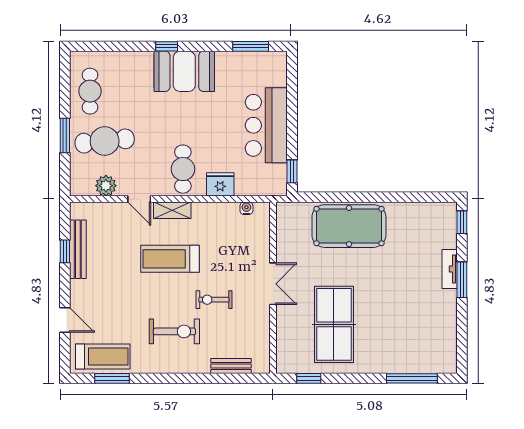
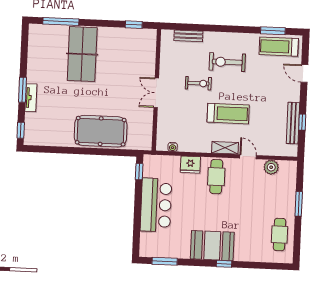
cafe table: (105, 141) -> (271, 199), removed
table tennis table: (334, 324) -> (82, 54), moved

